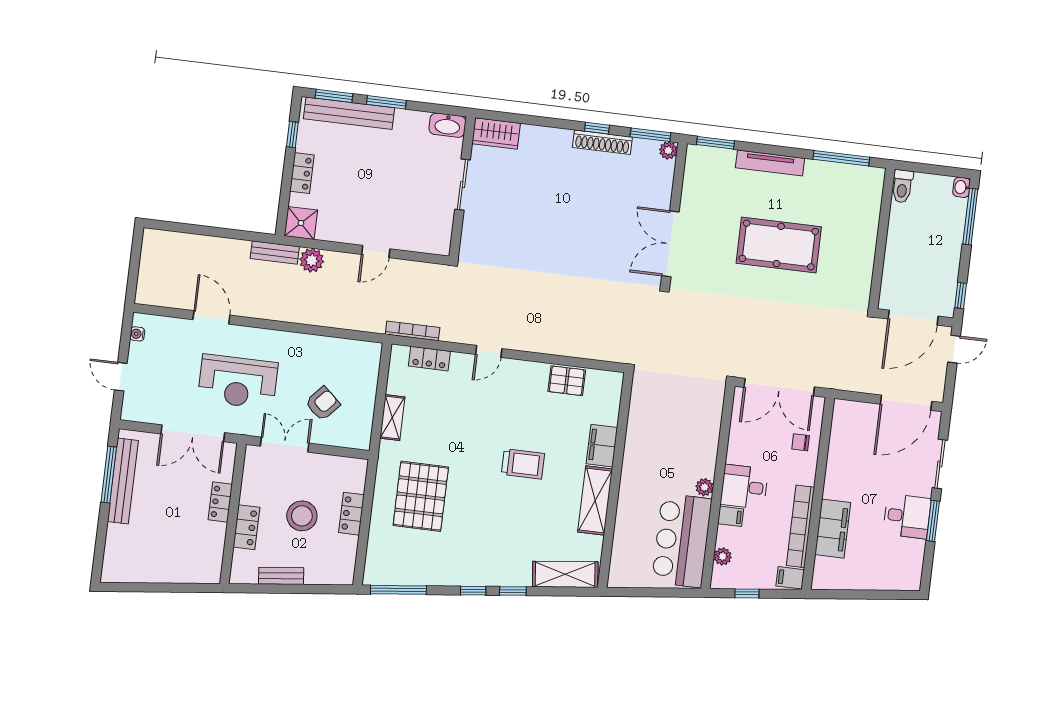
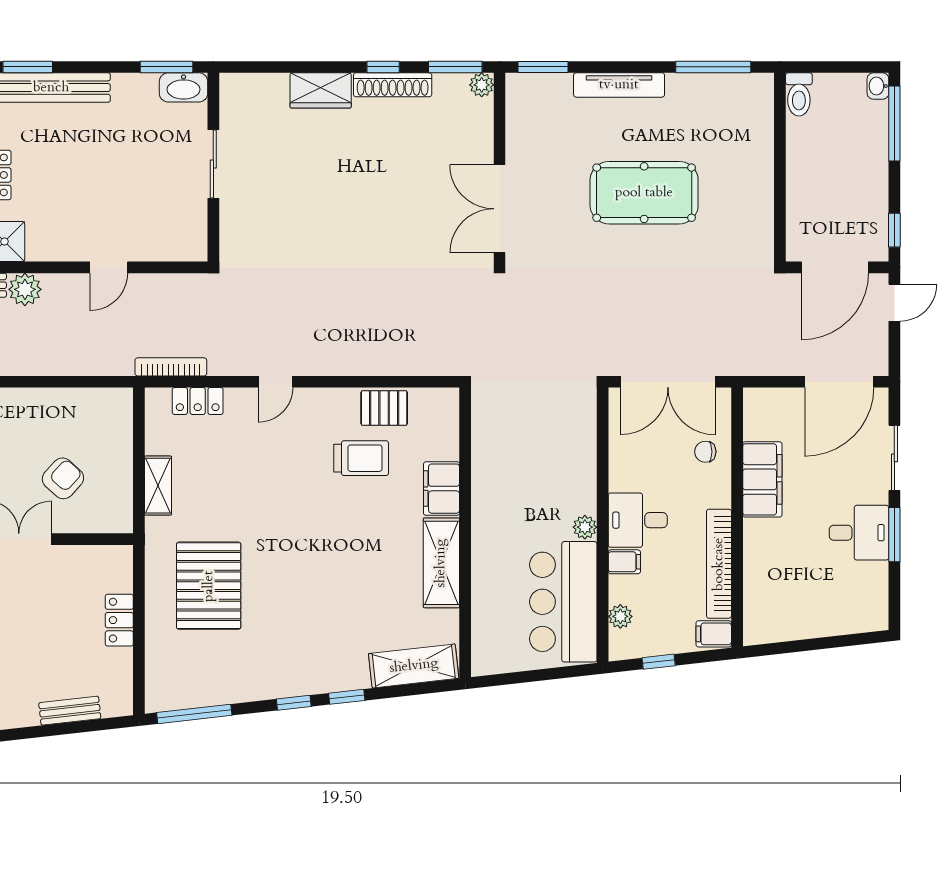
window: (386, 102) -> (167, 67), moved
wardrobe: (496, 133) -> (321, 90), moved
trolley: (523, 464) -> (361, 458), moved
stool: (302, 516) -> (54, 631), removed
filing cabinet: (833, 529) -> (762, 479), moved
bench: (281, 576) -> (70, 711), moved

